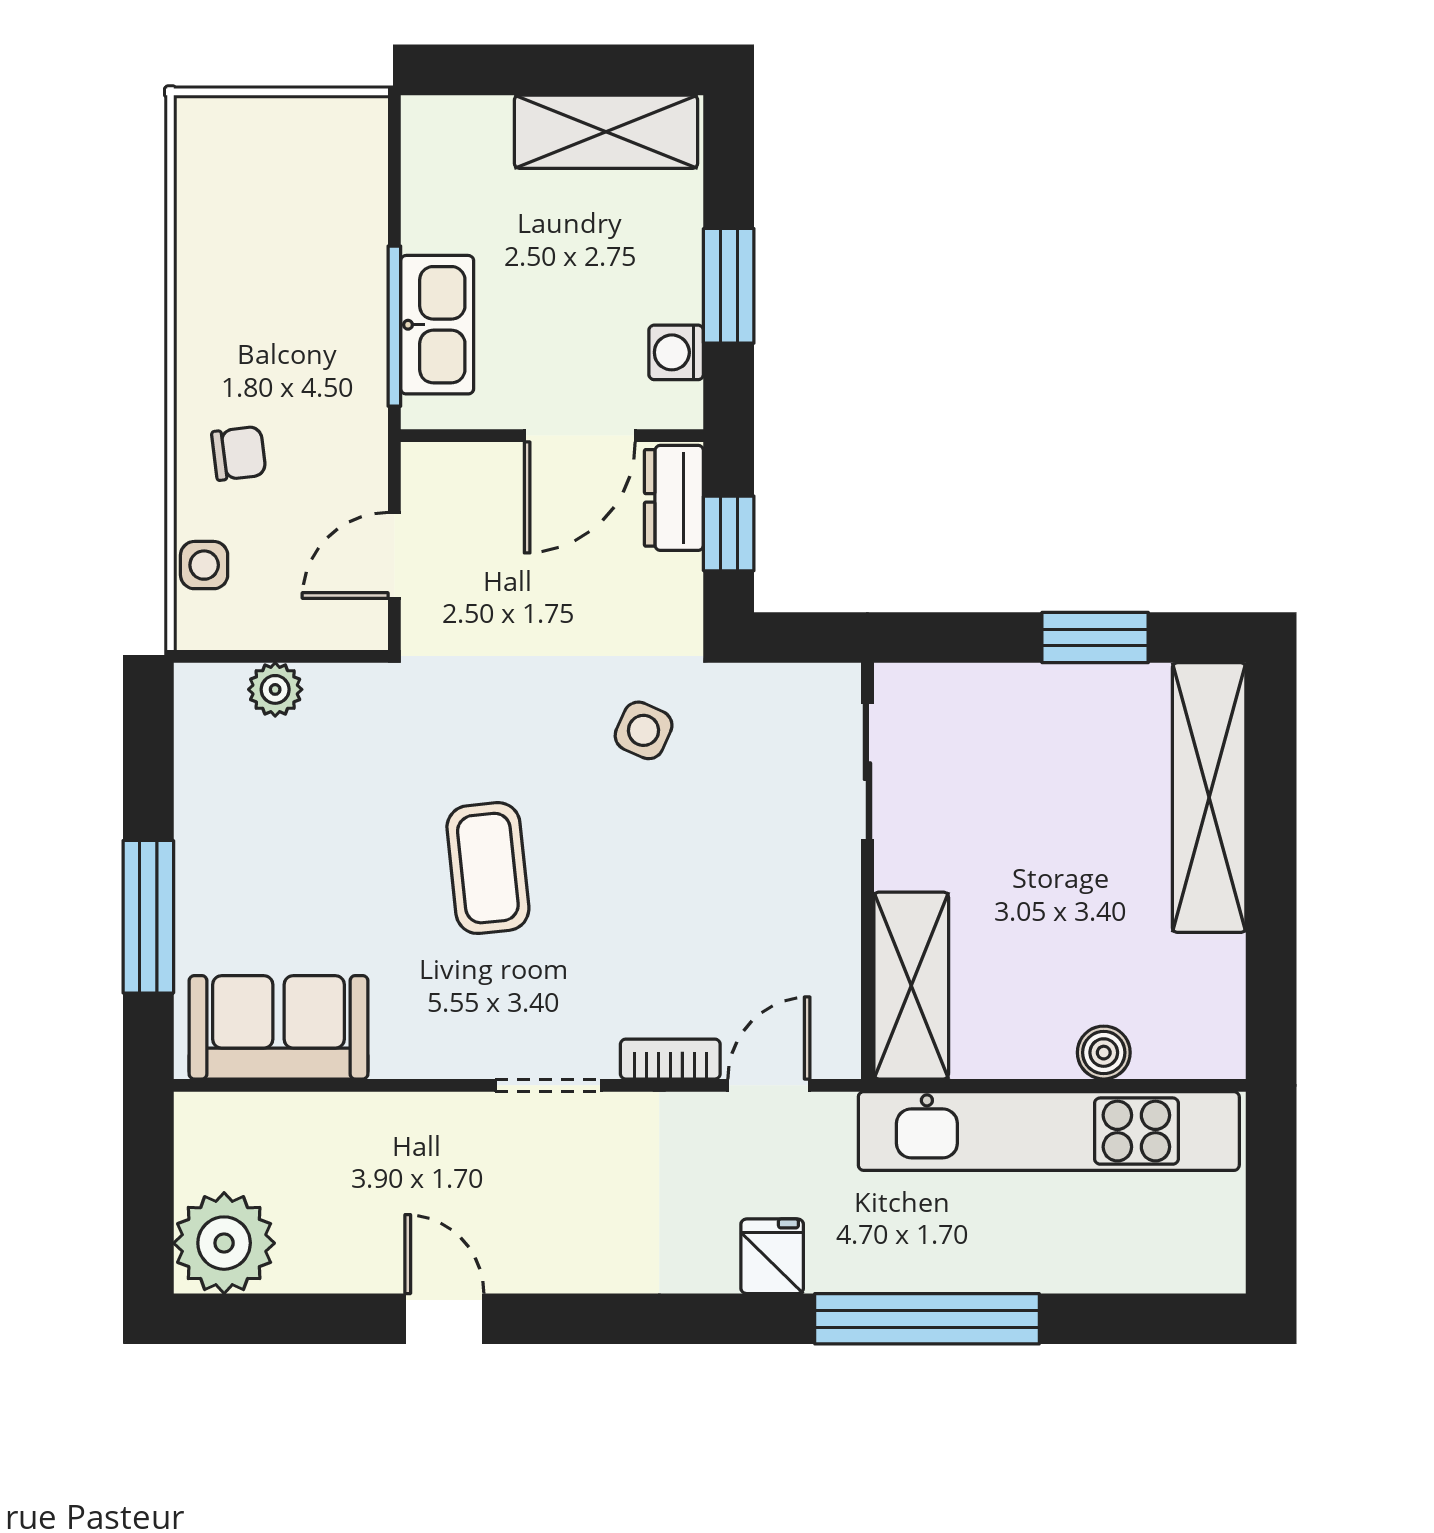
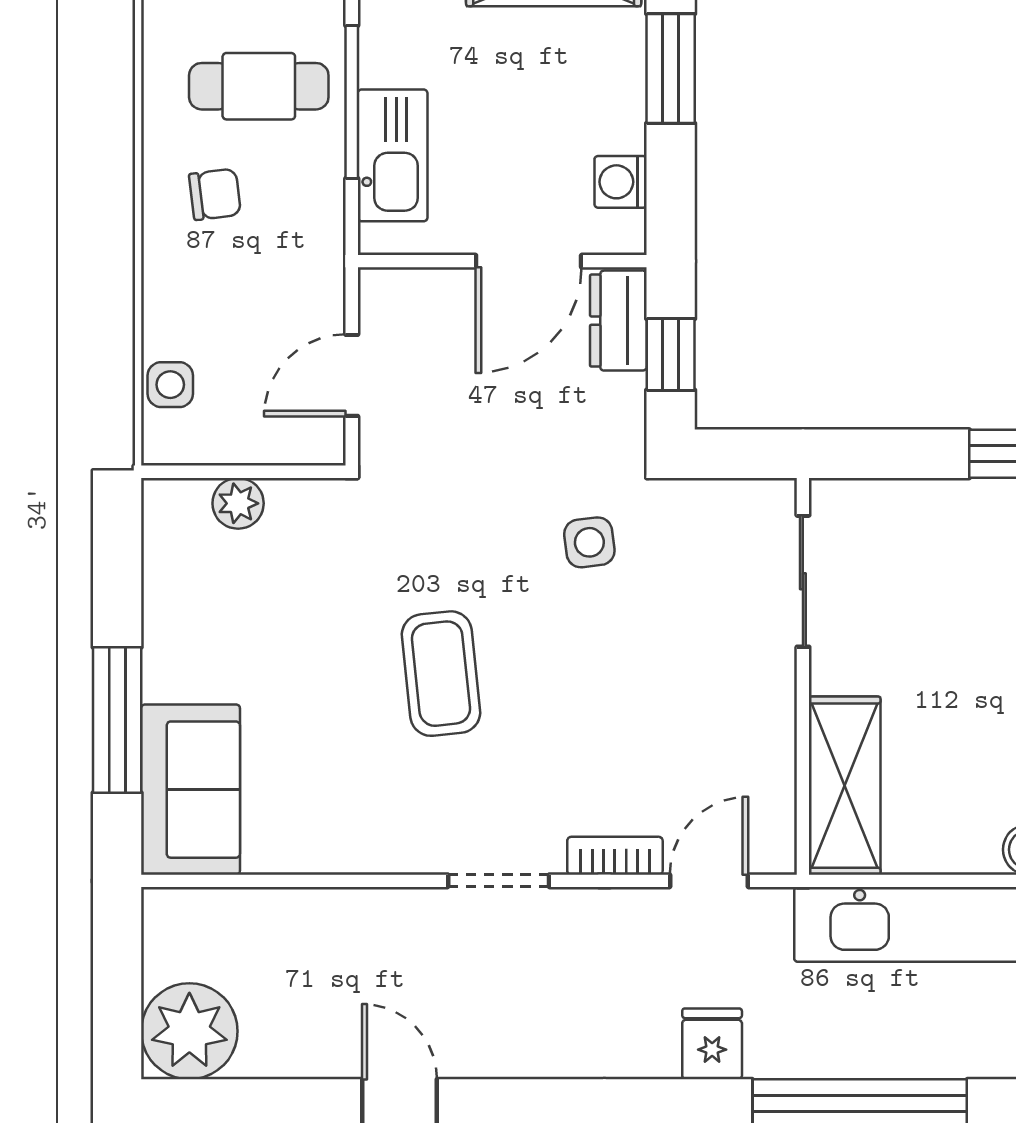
cafe table: (297, 252) -> (259, 86), added
window: (729, 286) -> (671, 68), moved
window: (394, 326) -> (352, 102), moved
chair: (239, 453) -> (215, 194), moved
side table: (644, 730) -> (589, 542), turned -31
sofa: (279, 1027) -> (190, 790), moved, turned 90

